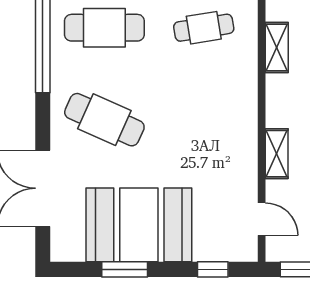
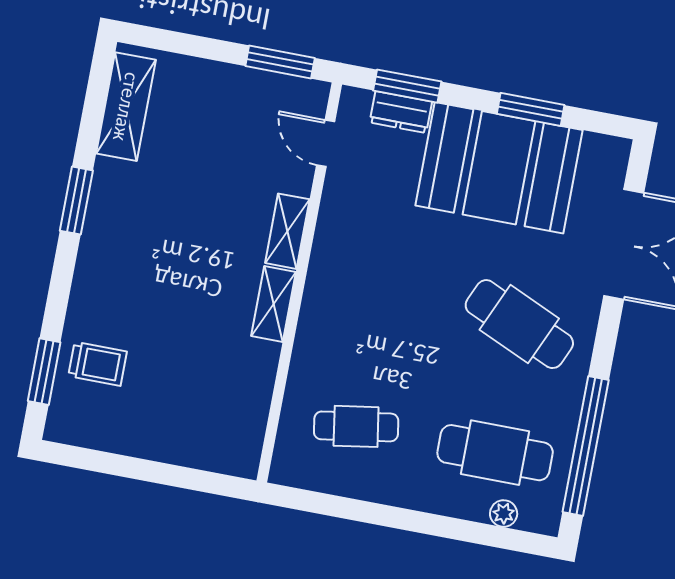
shelving: (277, 48) -> (274, 304), moved
dresser: (214, 251) -> (401, 112), added
window: (213, 269) -> (407, 86), width x1.50

